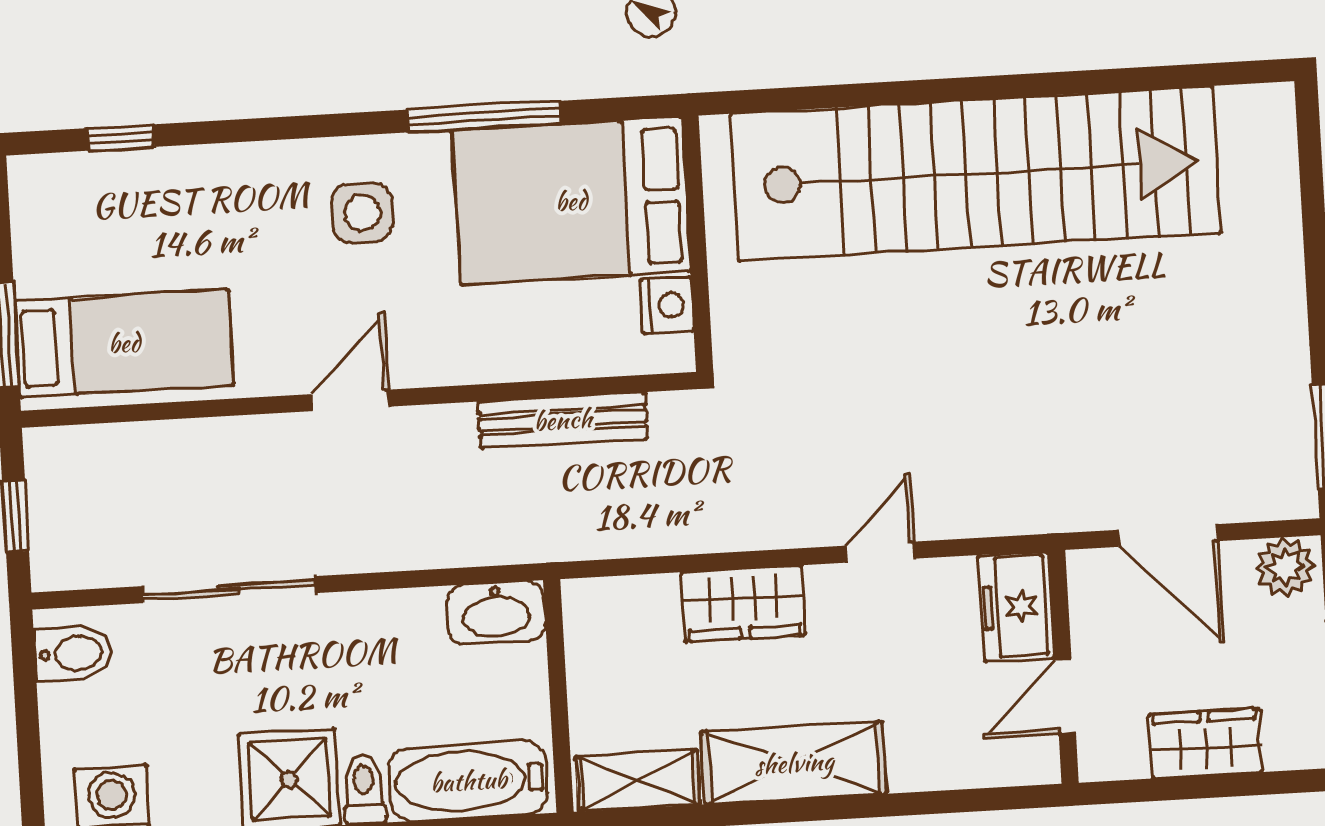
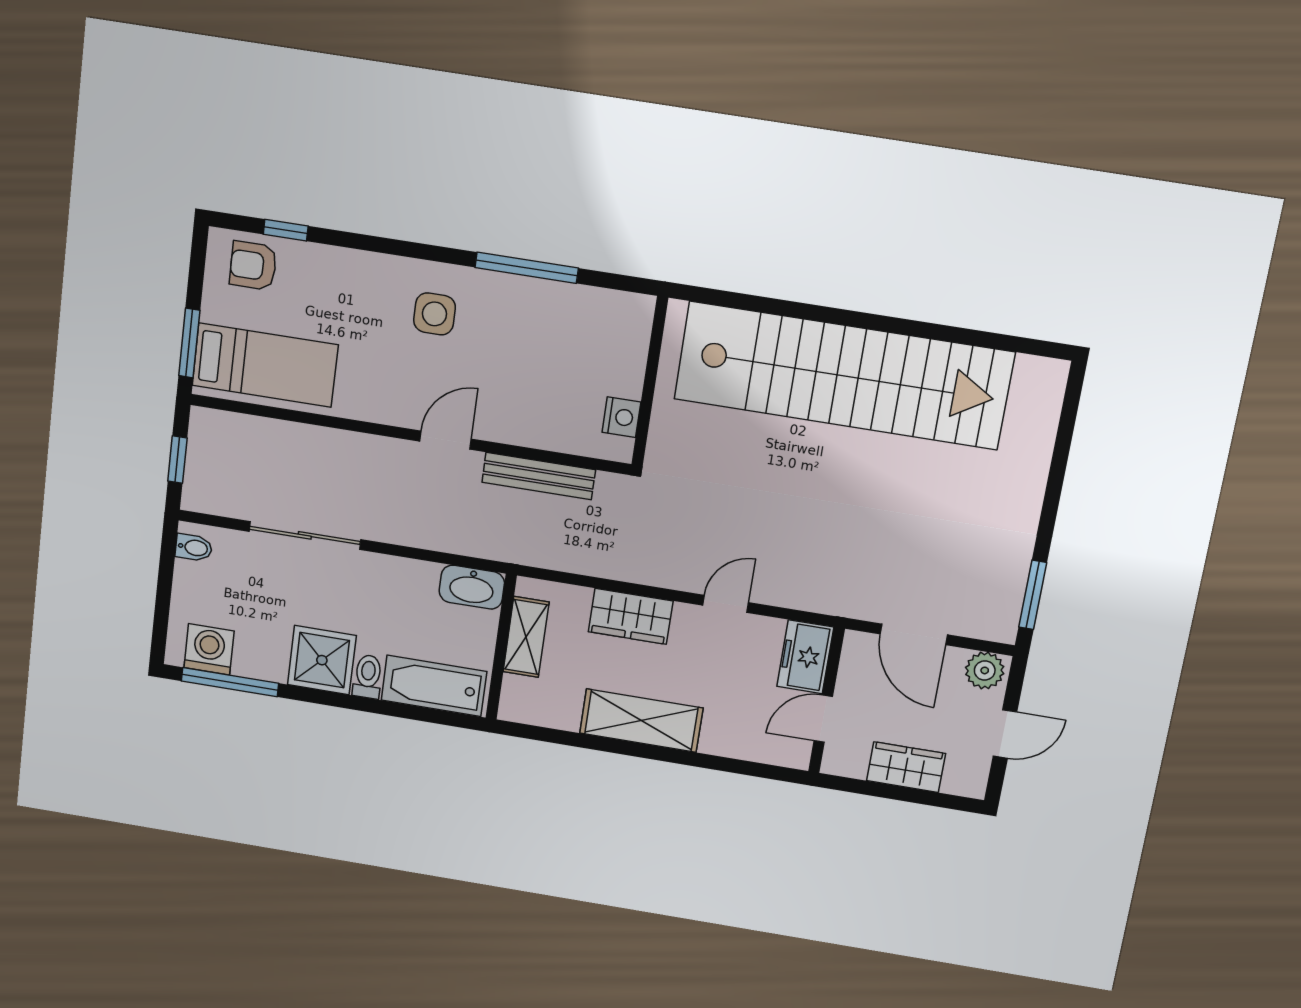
armchair: (82, 200) -> (253, 266), added
bed: (571, 201) -> (573, 336), removed
door: (350, 400) -> (445, 440), moved
bidet: (73, 654) -> (194, 548), width x0.72, depth x0.74
shelving: (638, 781) -> (526, 637), moved, turned 90

